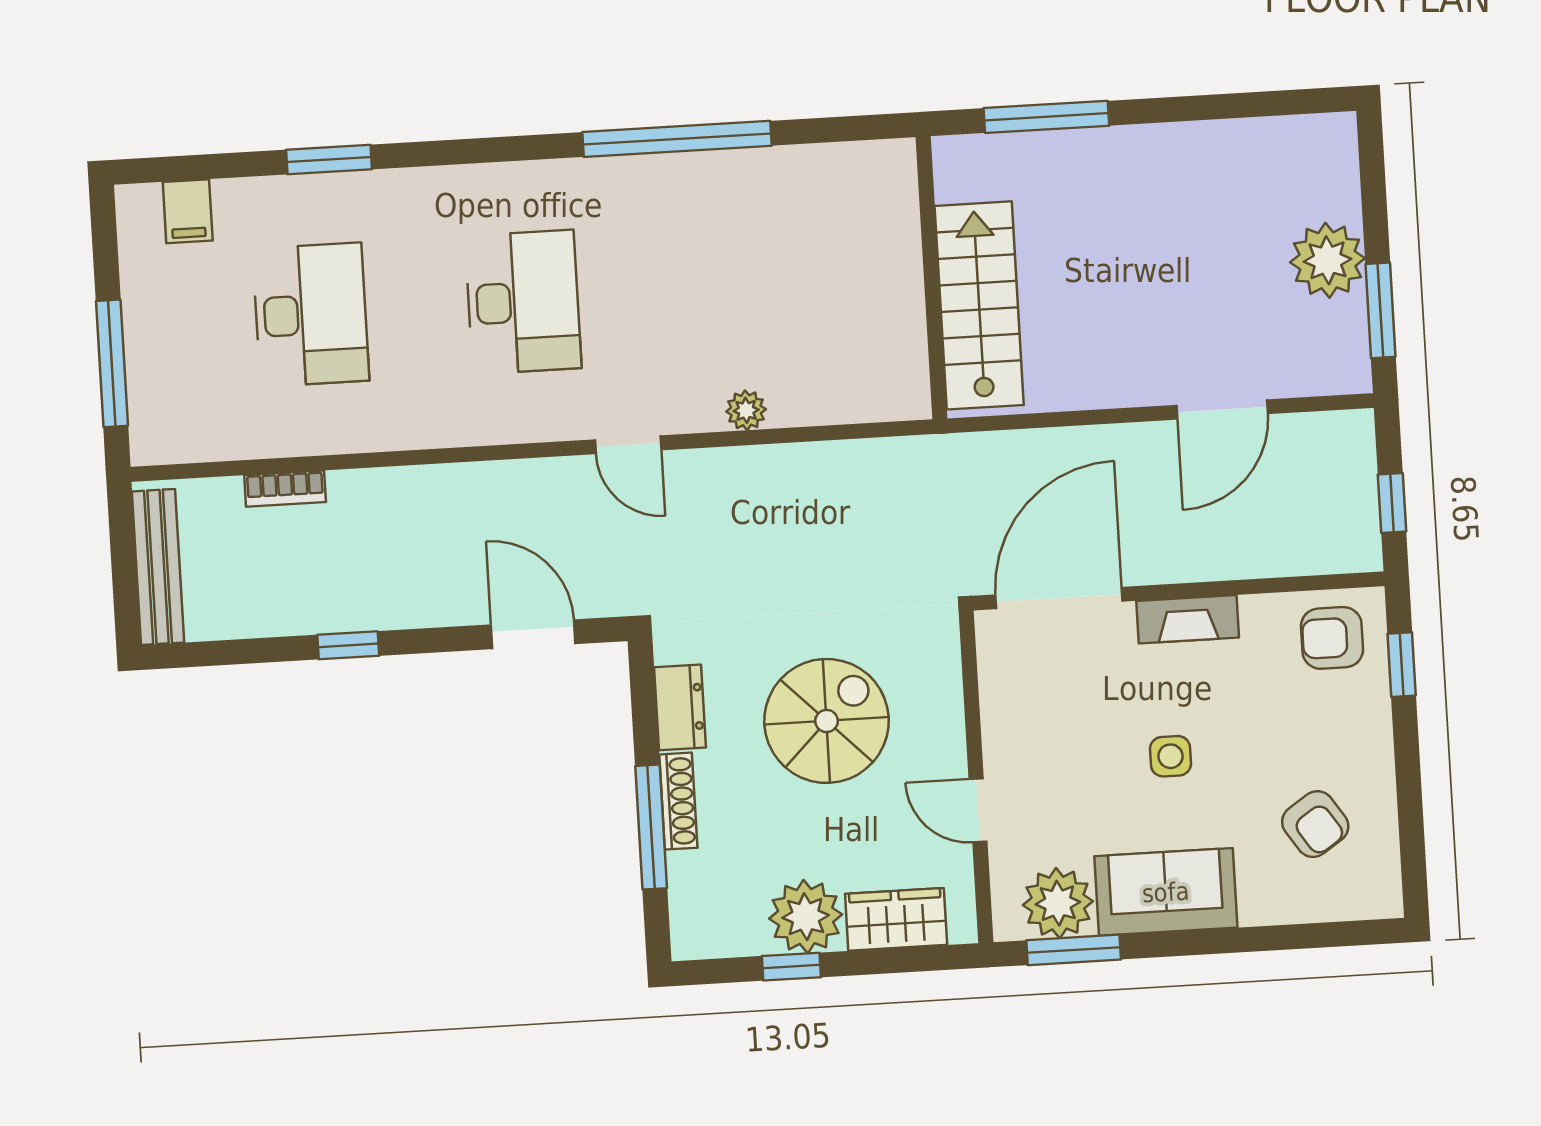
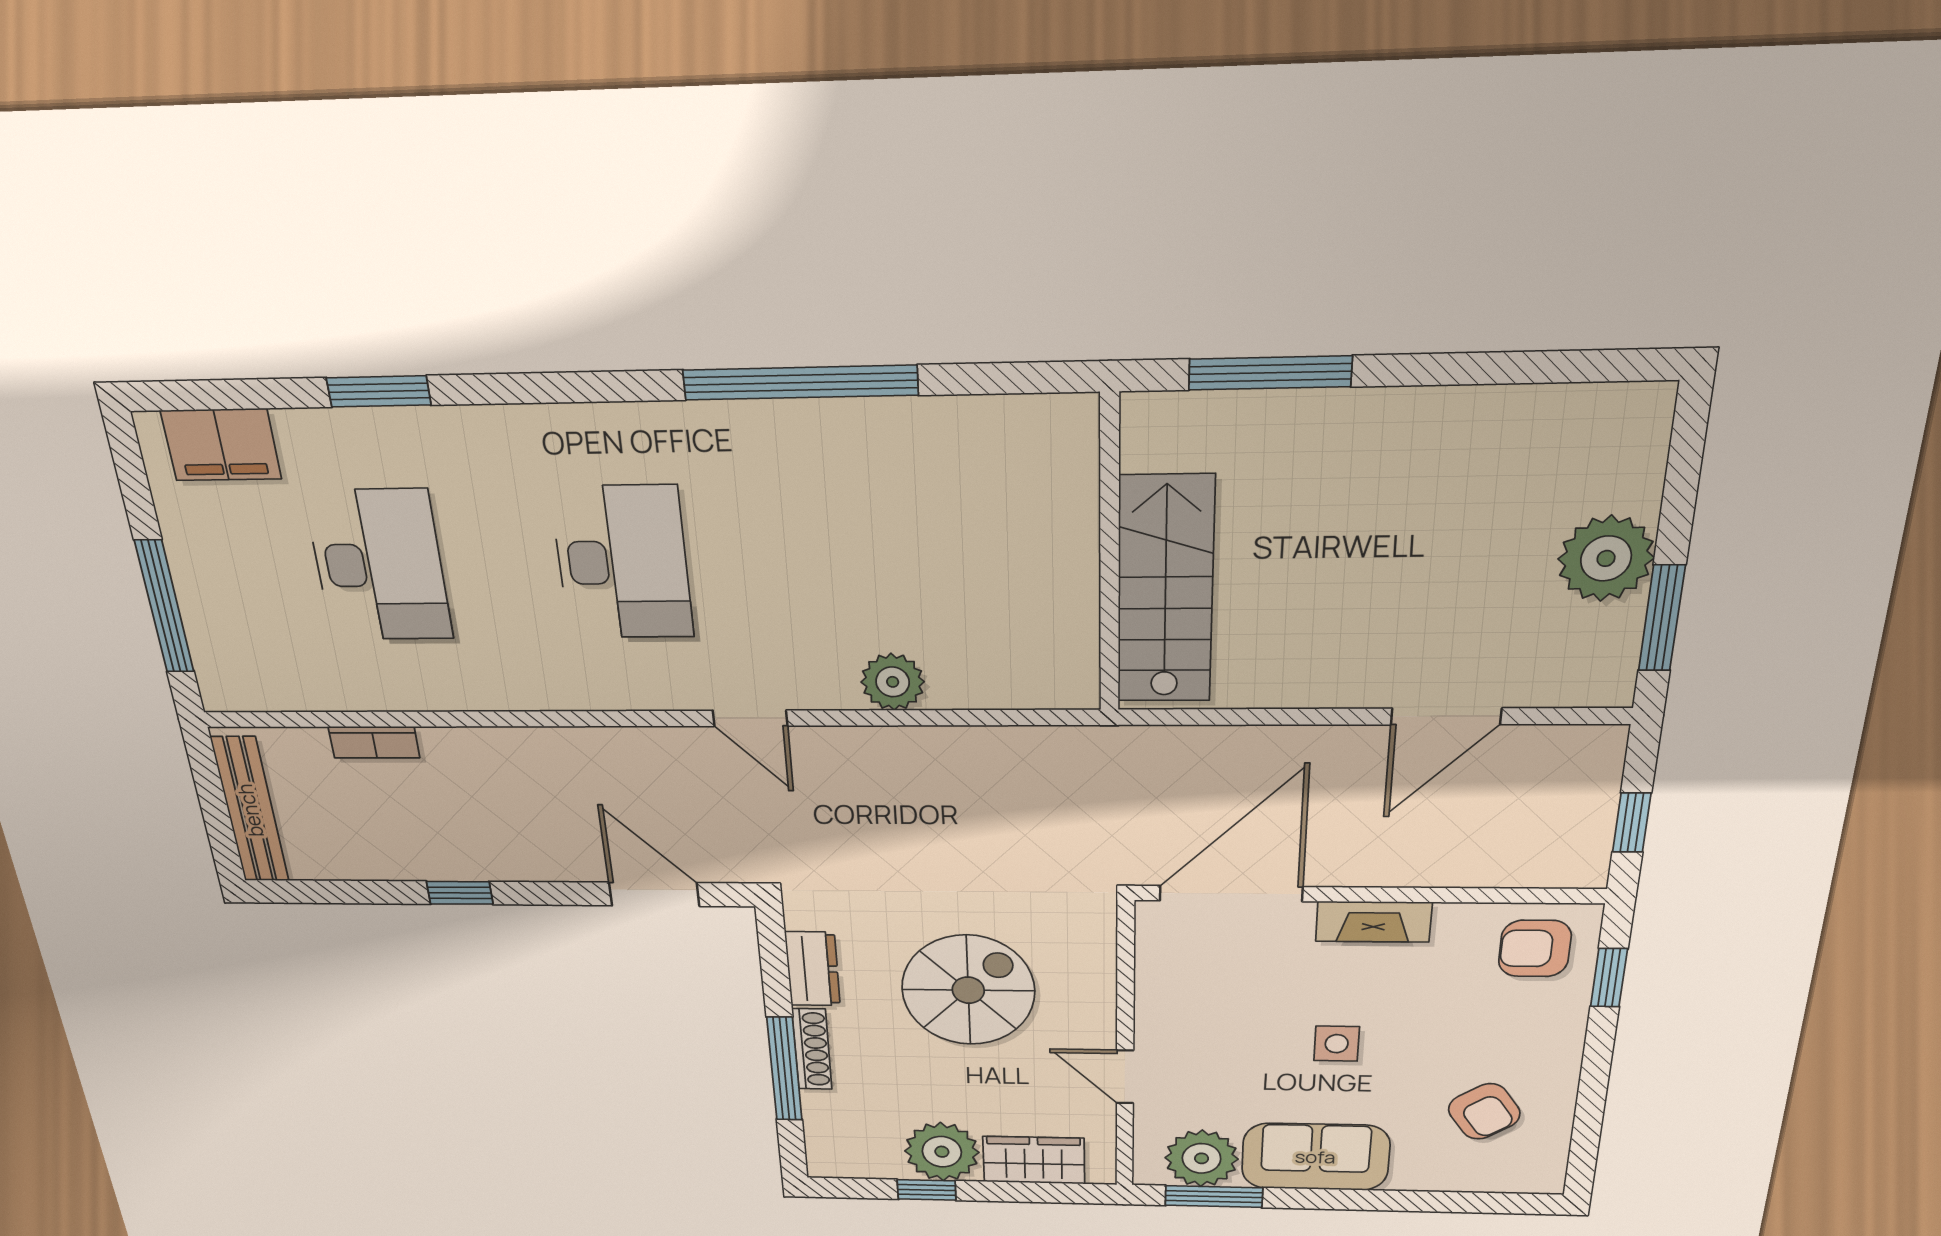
filing cabinet: (188, 211) -> (221, 445), width x2.00
plant: (746, 410) -> (893, 682), width x1.38, depth x1.38

